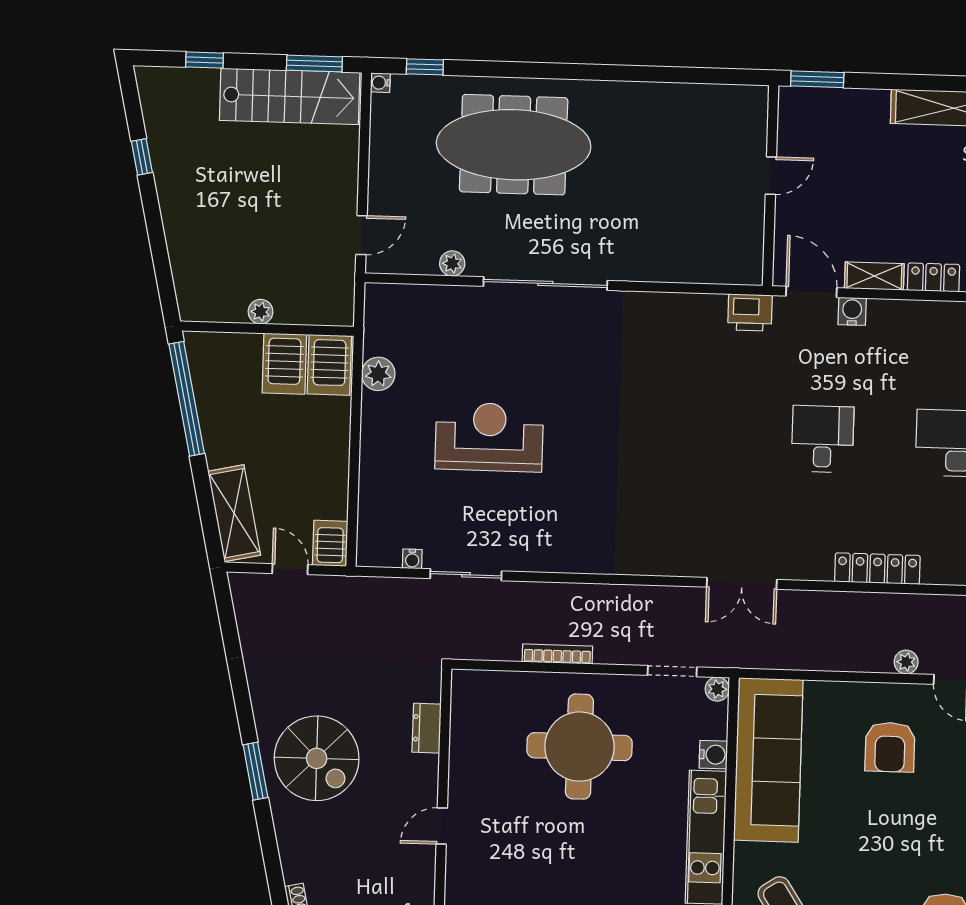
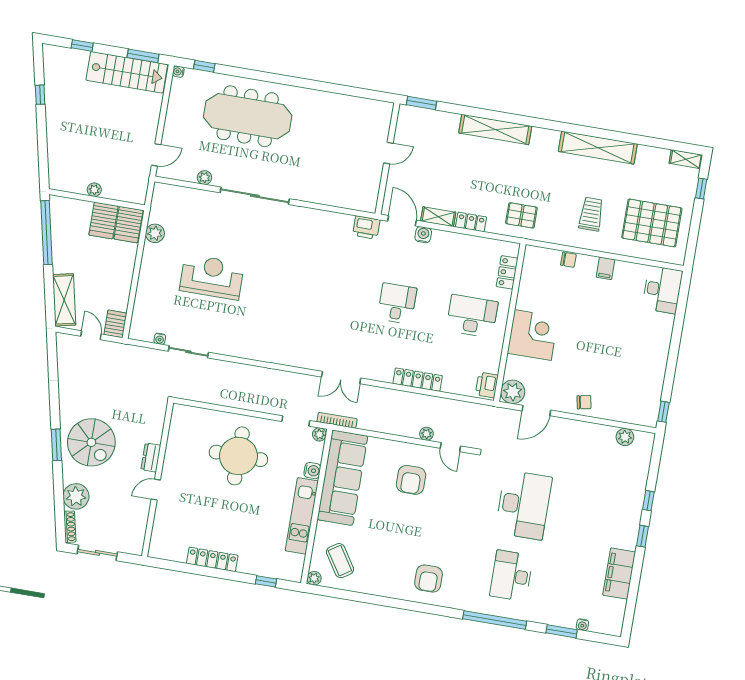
bookcase: (557, 654) -> (337, 420), moved
dresser: (427, 728) -> (151, 458), moved
plant: (302, 857) -> (76, 496), added

